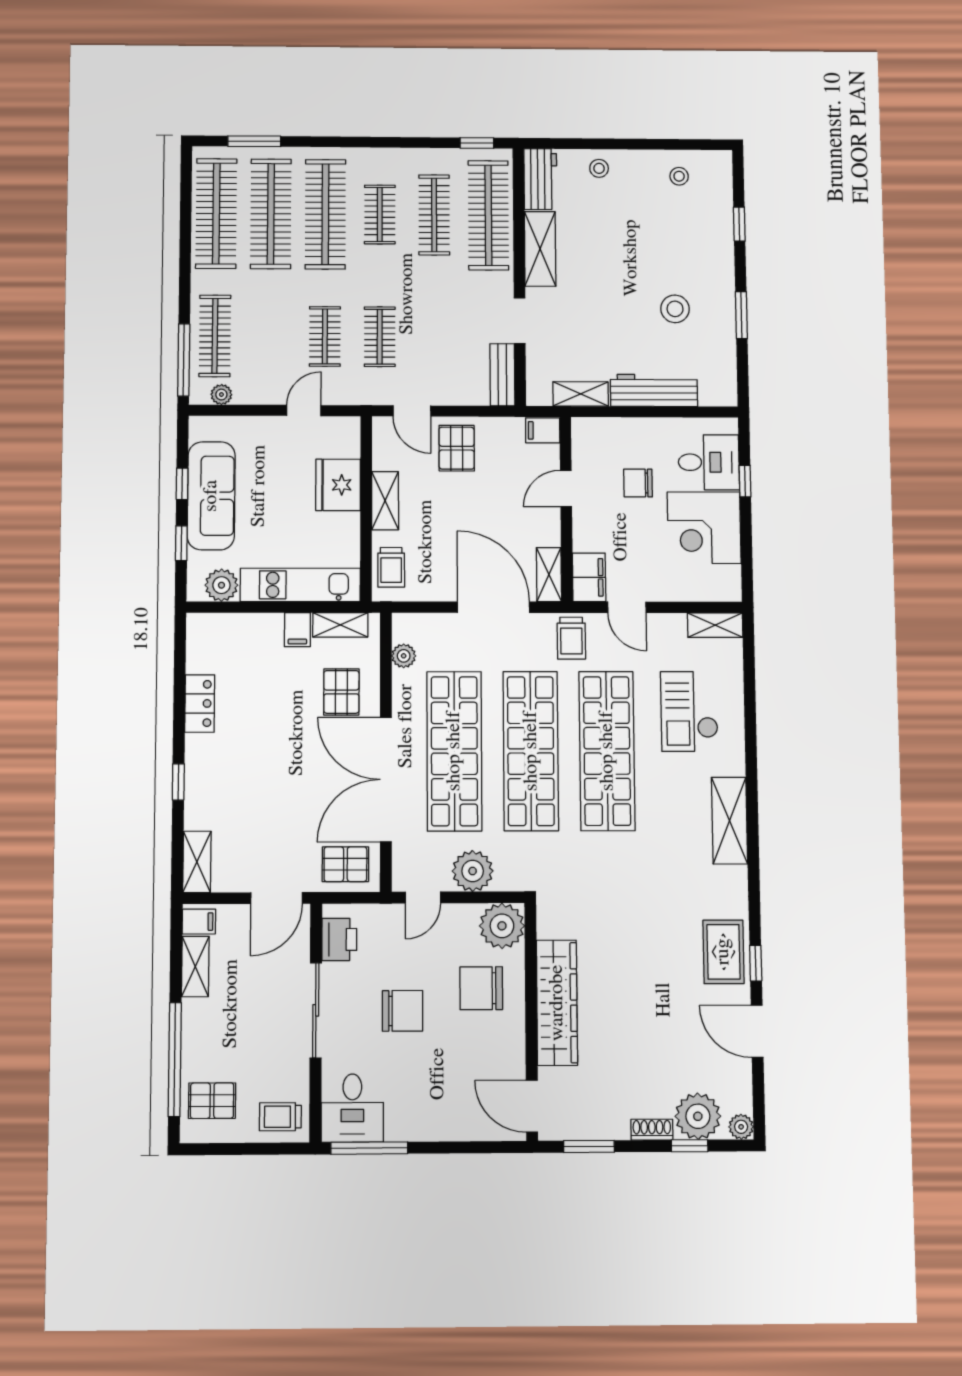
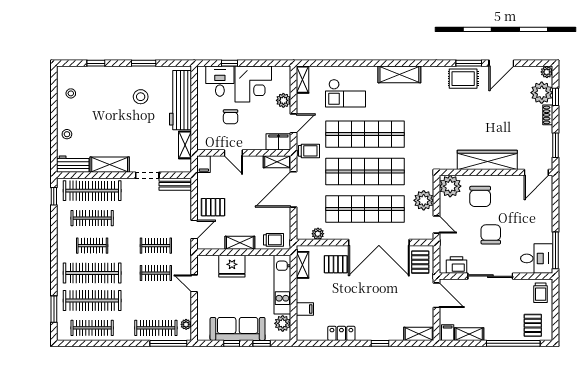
clothes rail: (216, 213) -> (92, 328), width x0.73, depth x0.76
workbench: (654, 390) -> (180, 100), width x1.36, depth x1.32
plant: (673, 587) -> (283, 100), added
filing cabinet: (297, 630) -> (305, 309), moved
window: (756, 963) -> (469, 63), width x1.50

